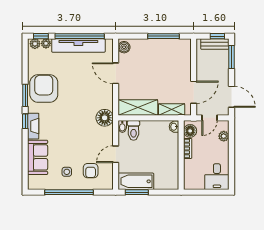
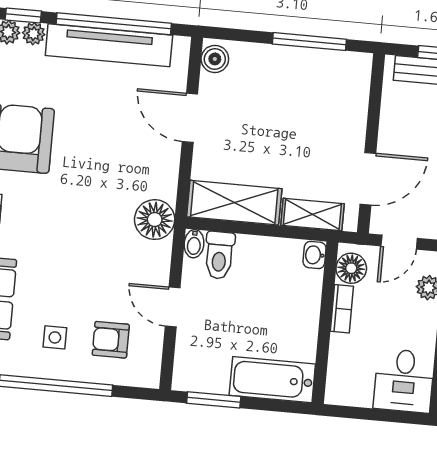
door: (116, 154) -> (173, 307), hinge flipped
armchair: (91, 171) -> (111, 340), turned 90
bathtub: (136, 181) -> (272, 380), moved

